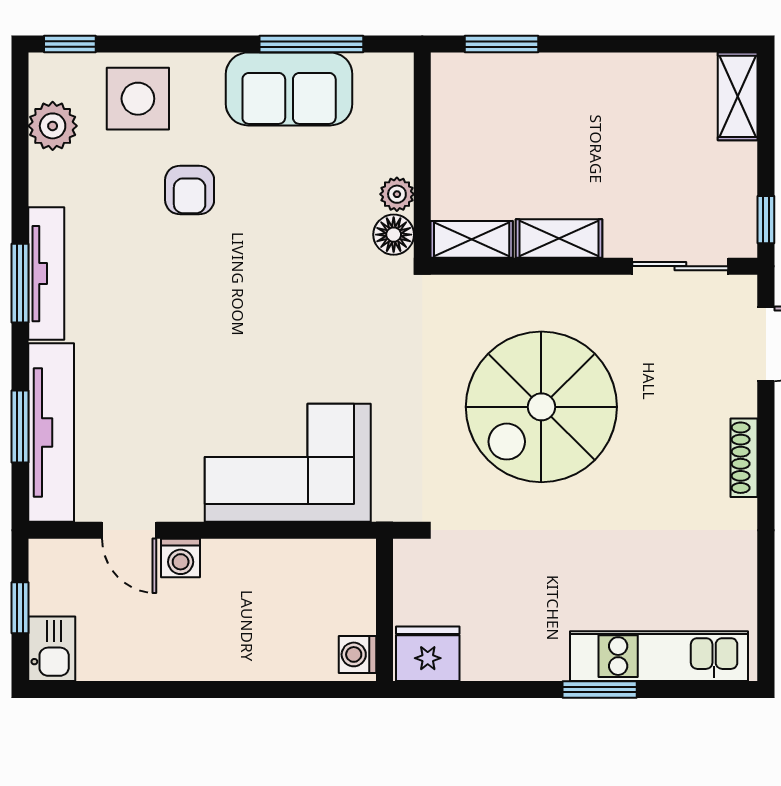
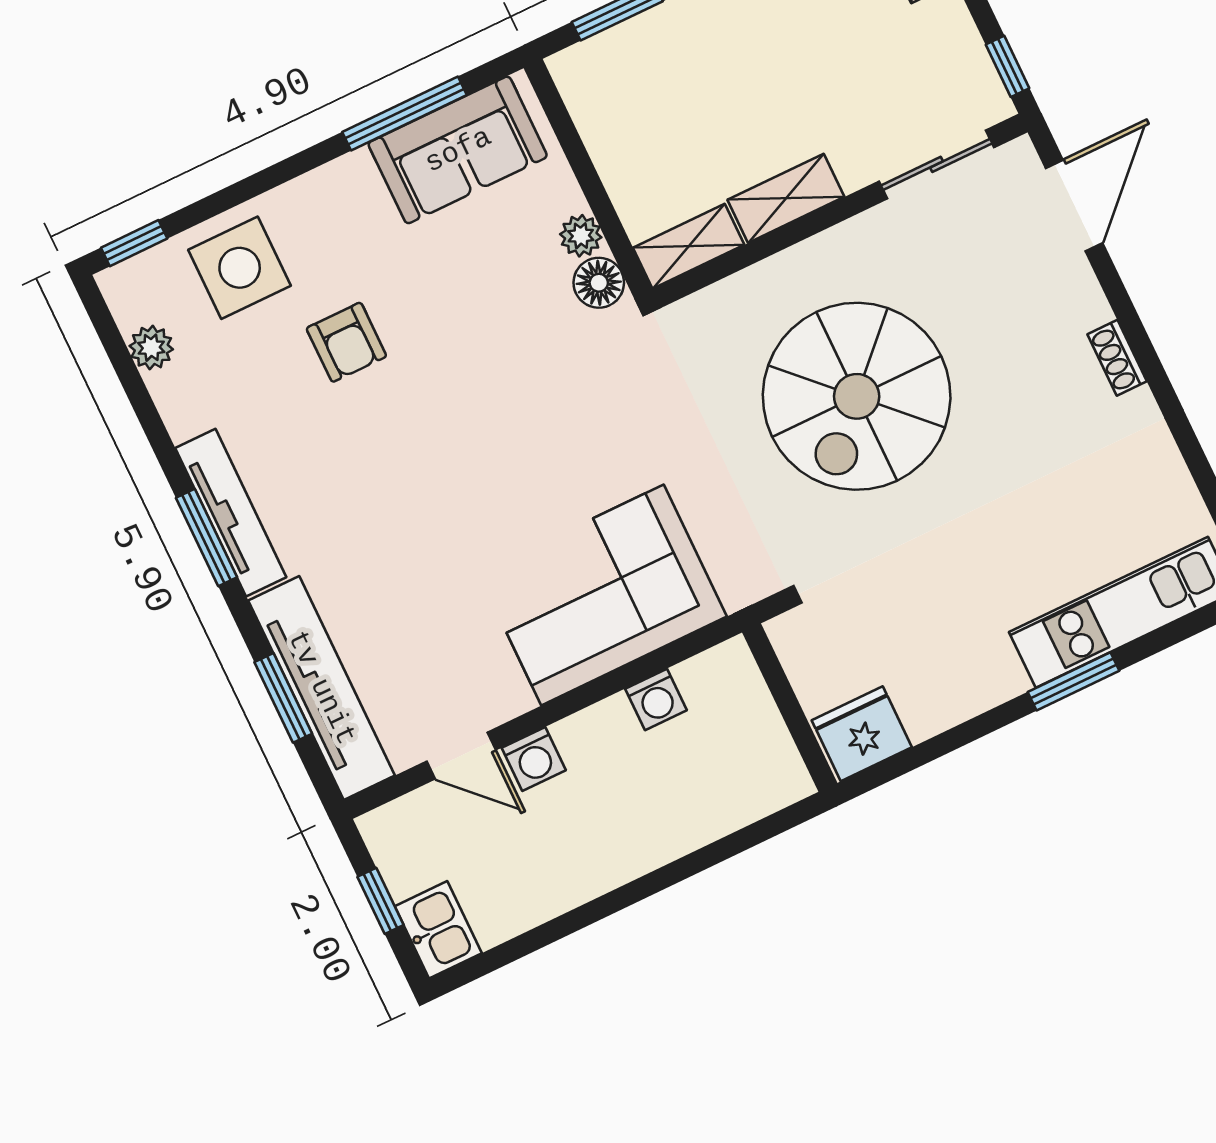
sofa: (289, 89) -> (458, 150), moved
plant: (53, 126) -> (151, 348), width x0.73, depth x0.73
shoe rack: (744, 458) -> (1117, 358), width x0.70
washing machine: (357, 654) -> (656, 699), moved, turned -90

